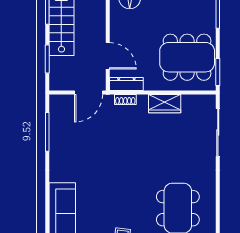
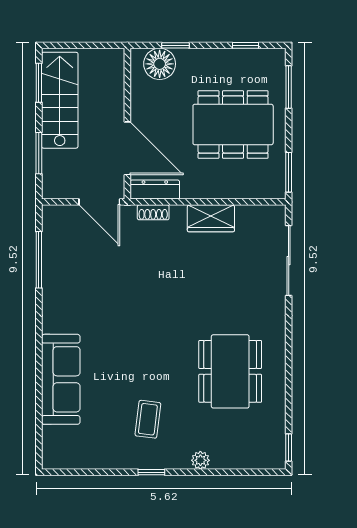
door: (108, 56) -> (127, 148), width x1.36
dining table: (187, 57) -> (233, 125), moved
door: (89, 92) -> (99, 202), hinge flipped

